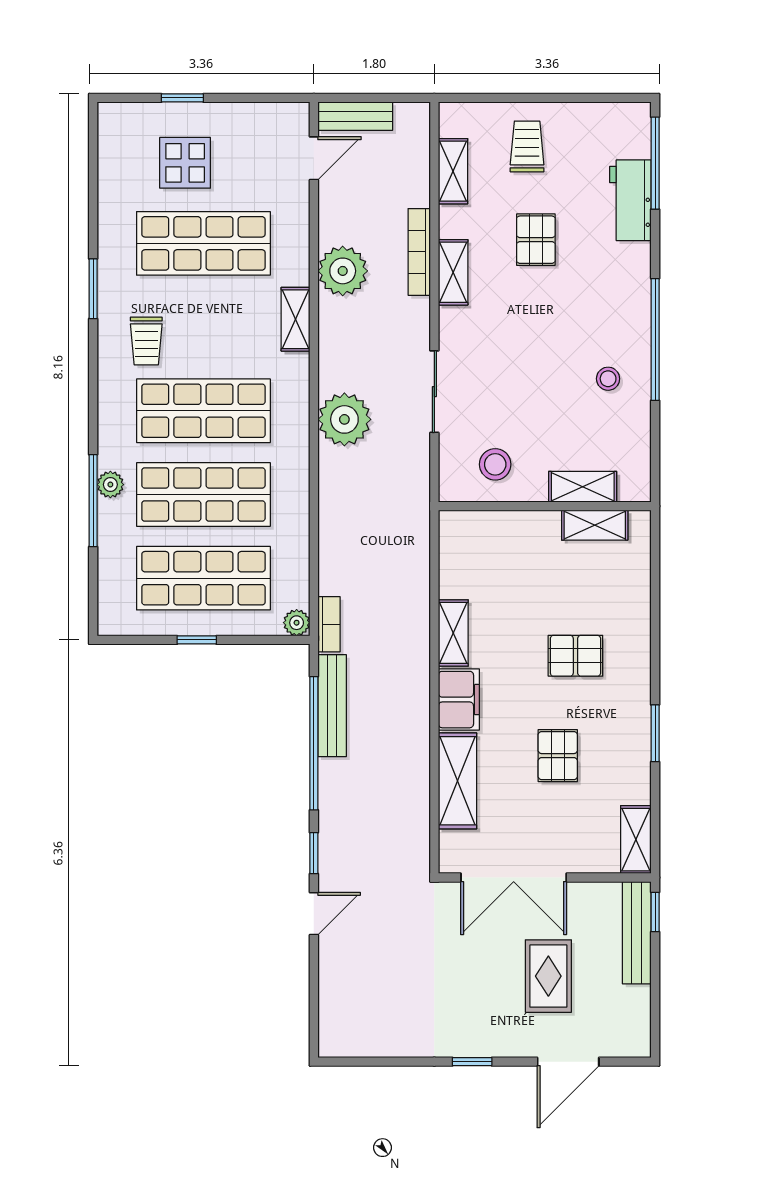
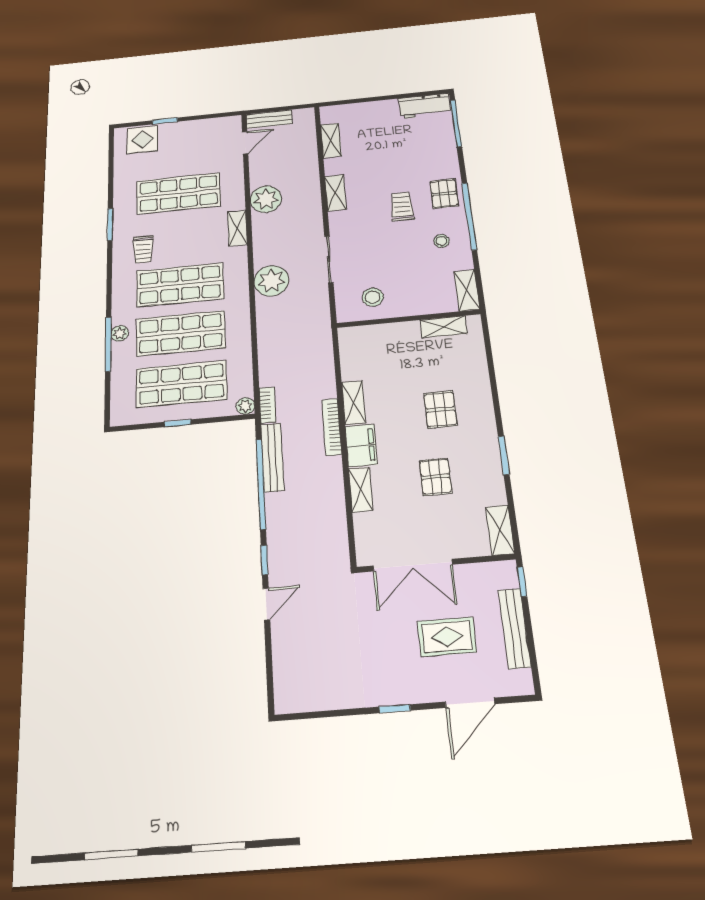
trolley: (527, 146) -> (402, 206), moved
display table: (185, 163) -> (142, 140), moved
workbench: (630, 200) -> (425, 106), moved, turned -90
pallet: (536, 240) -> (444, 194), moved
bookcase: (419, 252) -> (332, 427), moved
shelving: (583, 487) -> (467, 290), moved, turned 90
pallet: (575, 656) -> (440, 409), turned 90
shelving: (457, 781) -> (361, 490), width x0.67, depth x0.75
bench: (637, 933) -> (514, 628), moved
rug: (548, 976) -> (447, 637), turned 90

